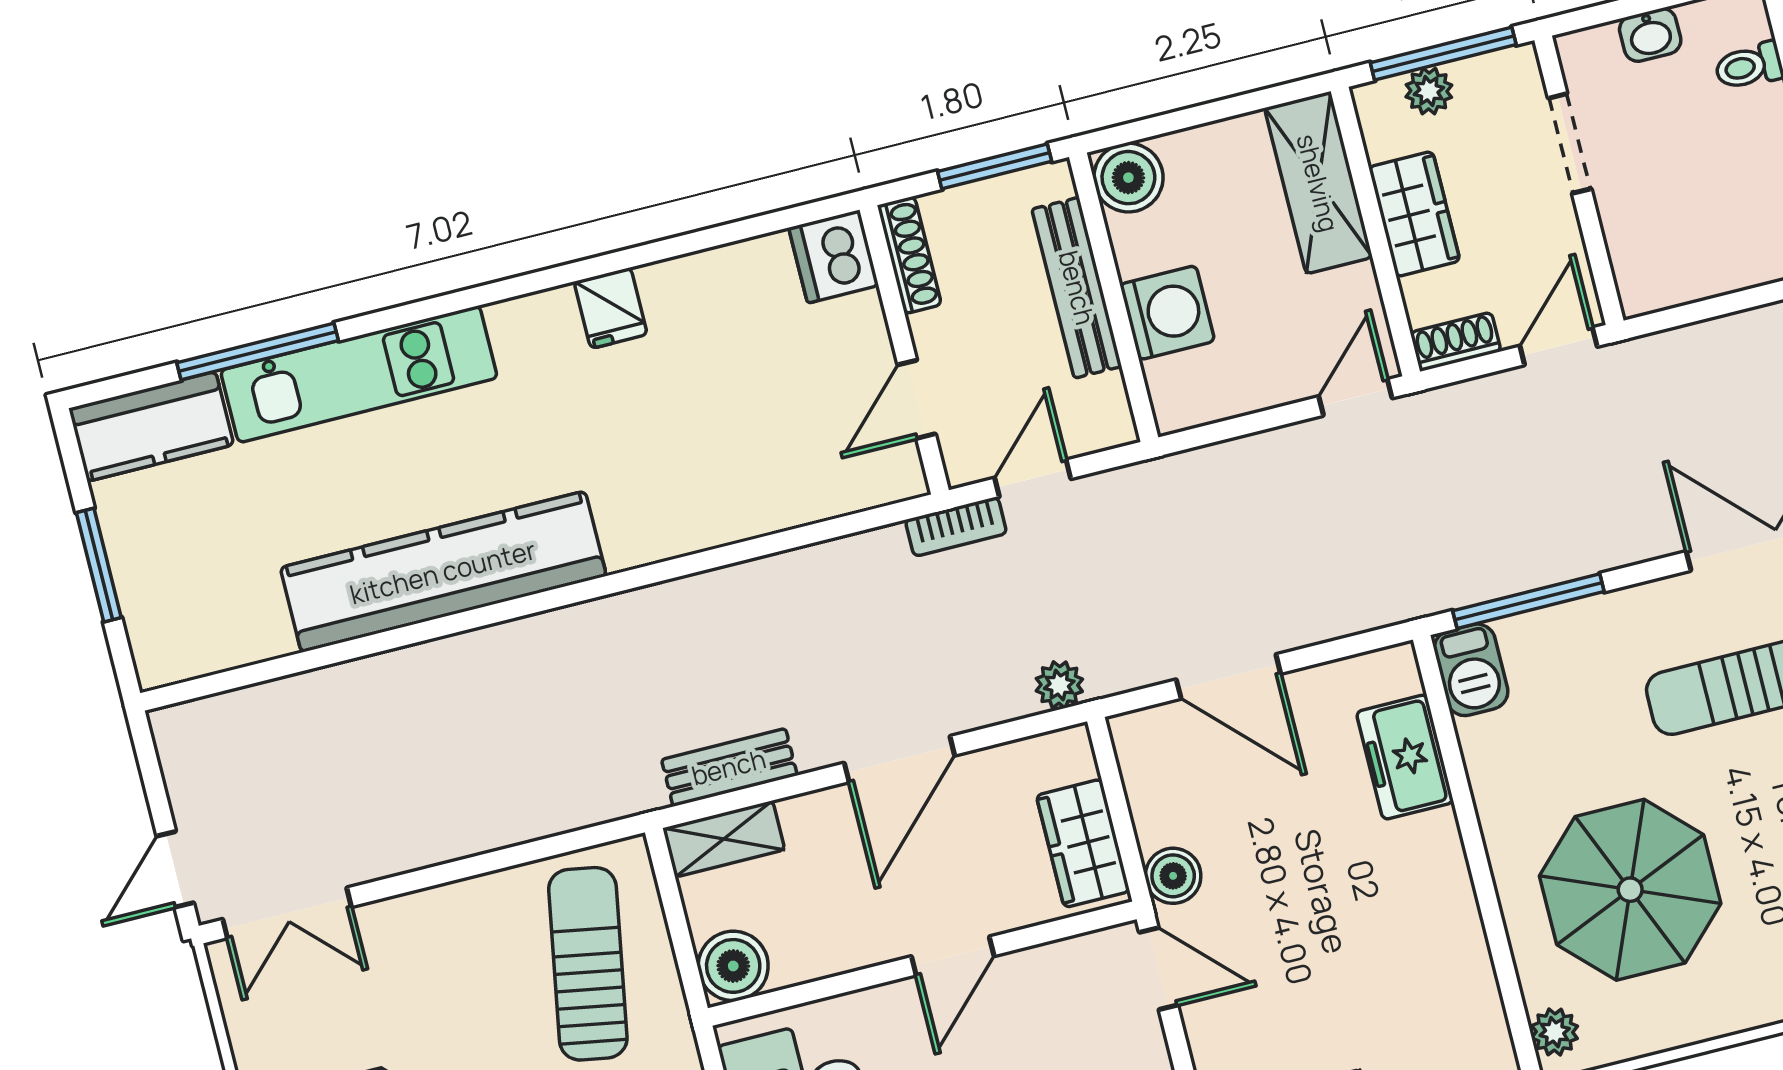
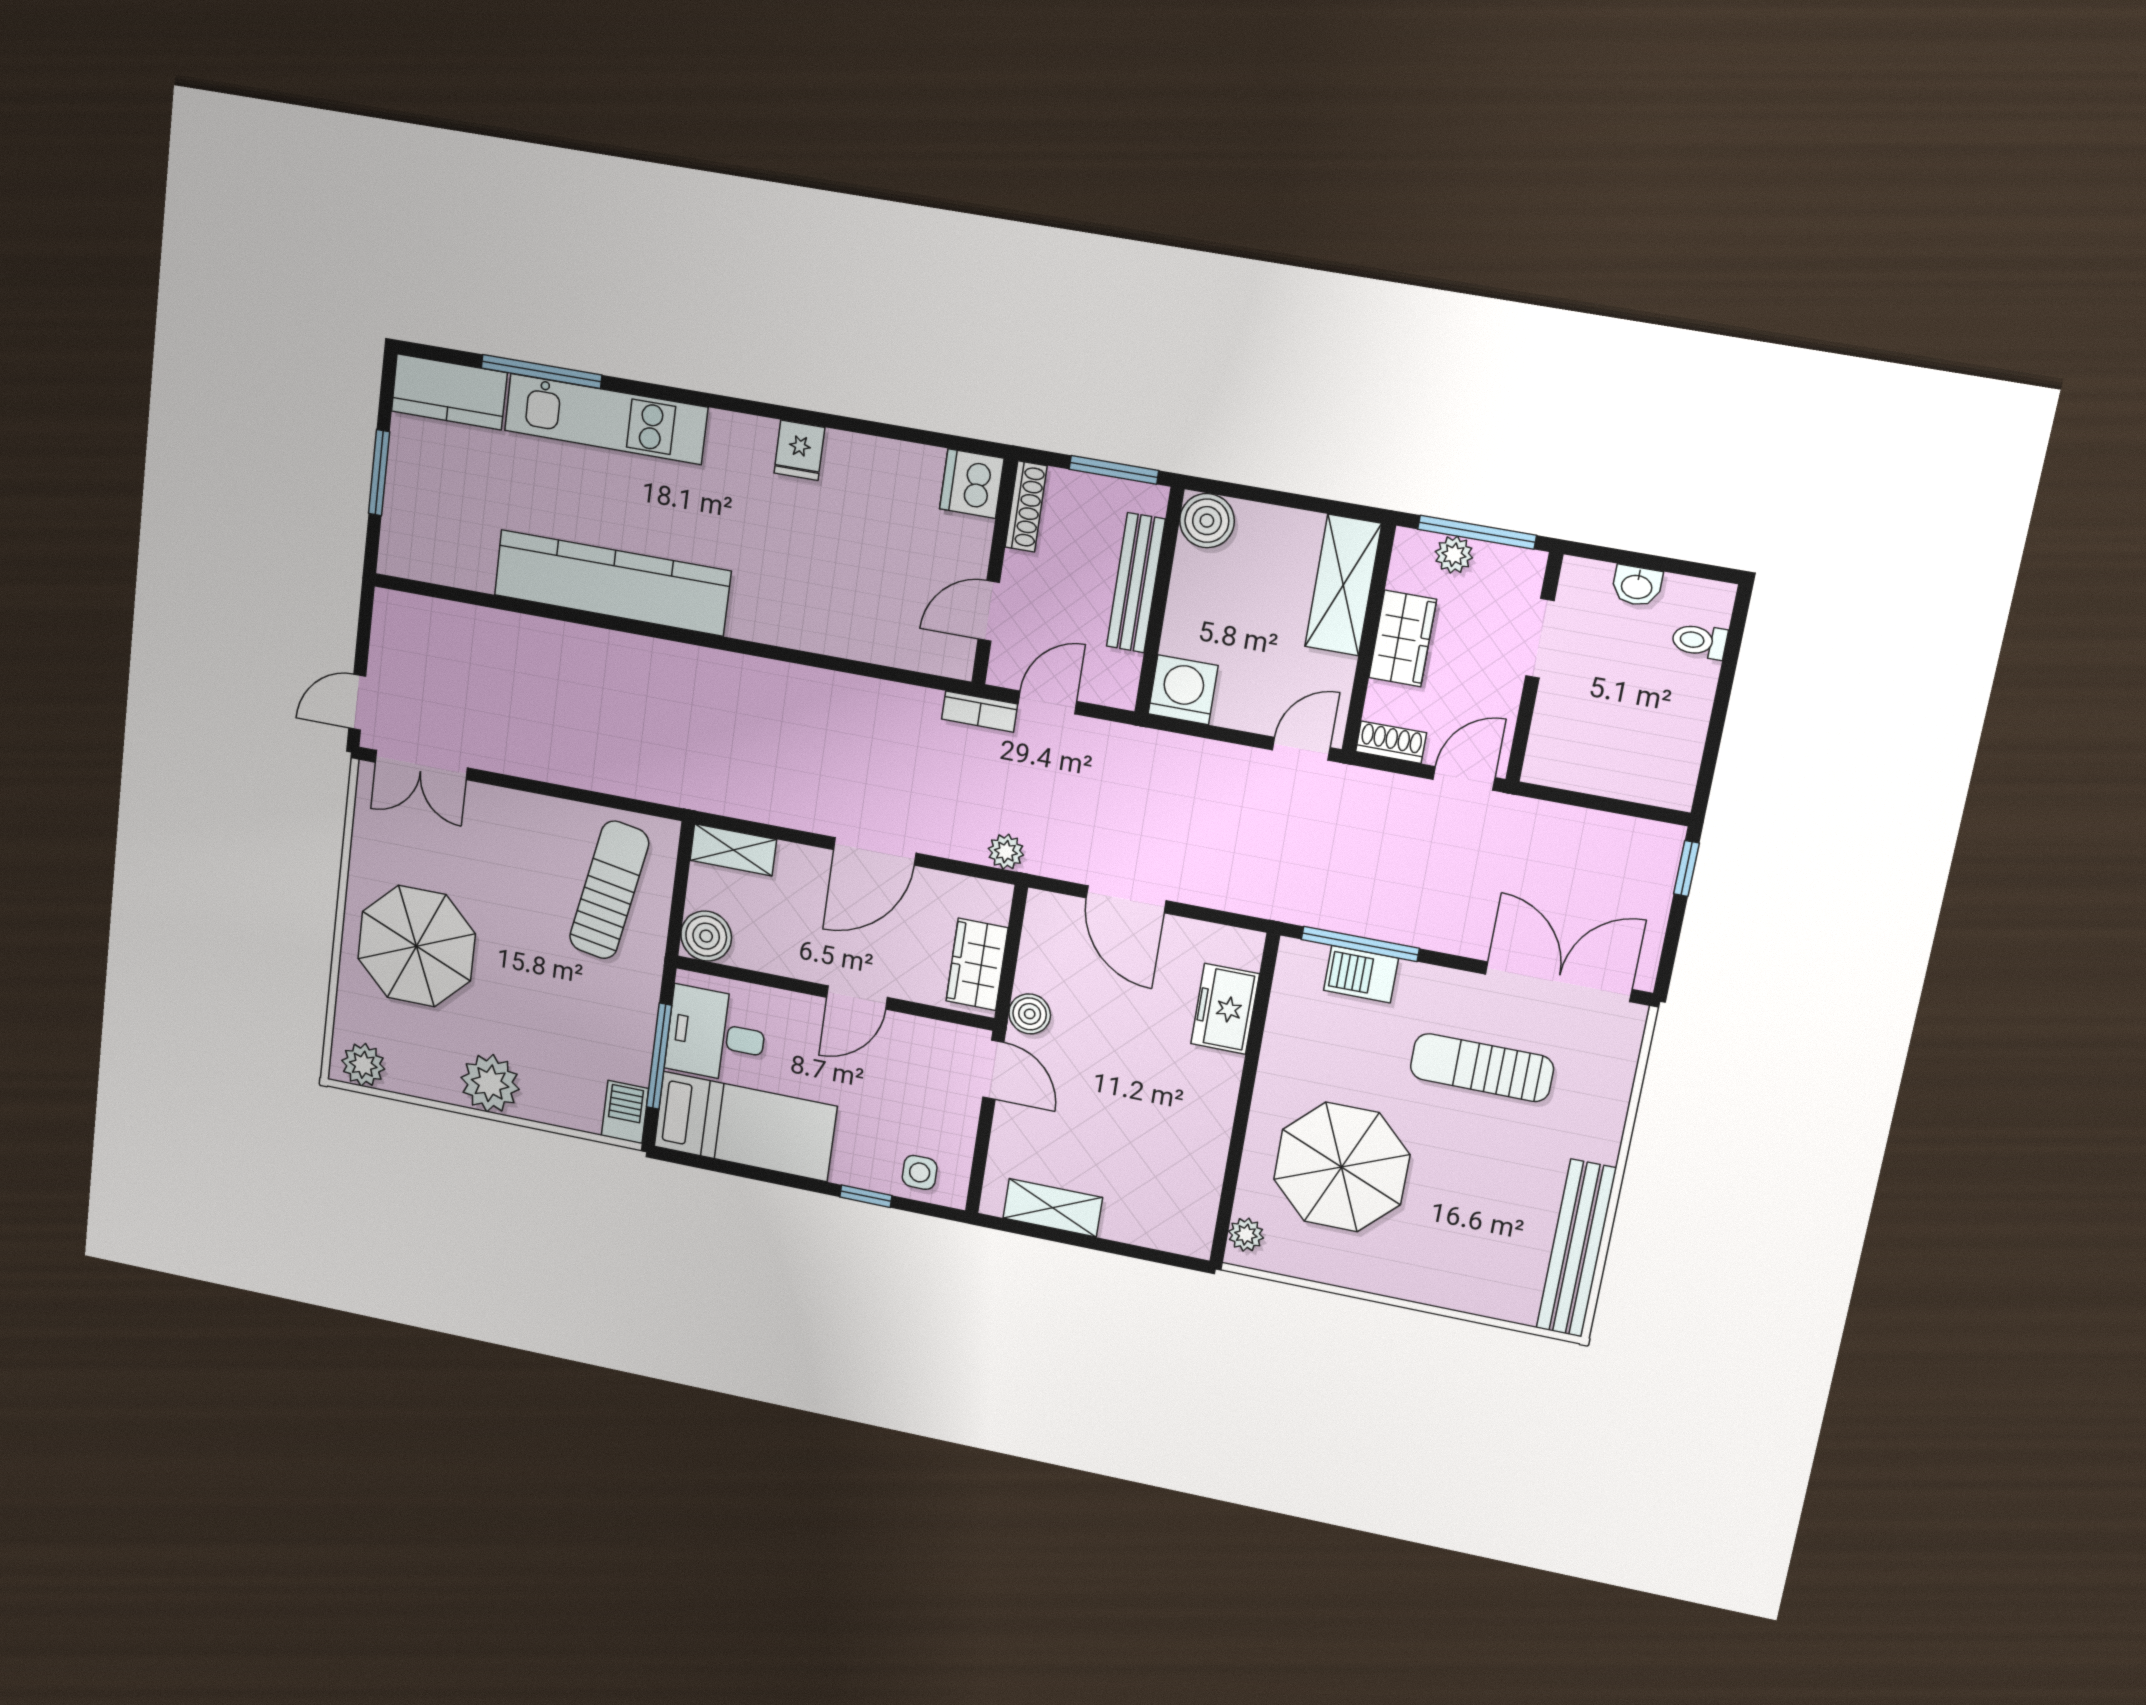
washing machine: (1167, 313) -> (1183, 690), moved, turned -90
barbecue: (1471, 670) -> (1361, 974), moved, turned 90
bench: (729, 767) -> (756, 804), removed

